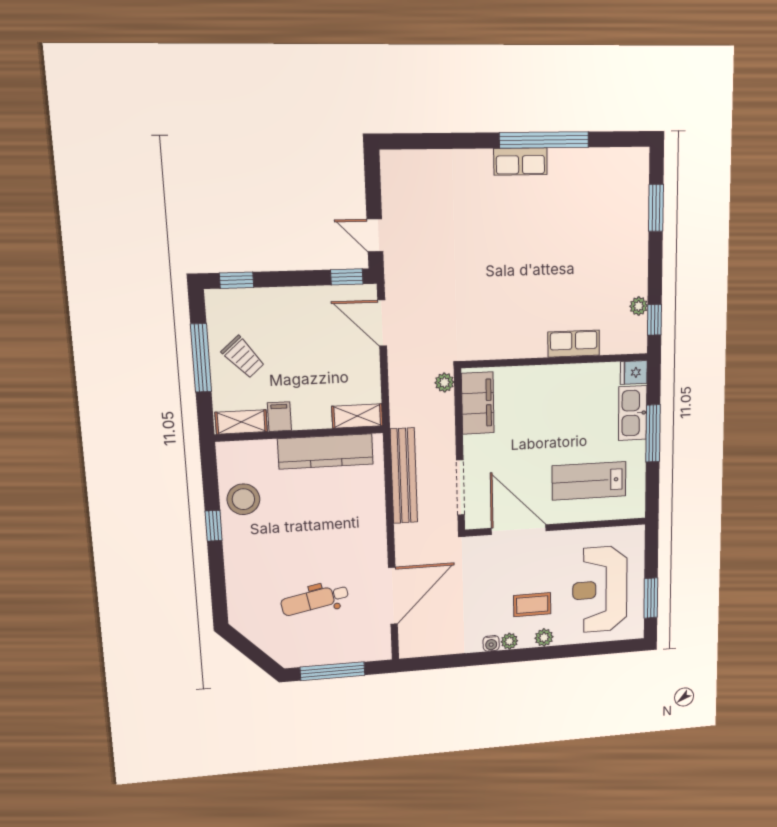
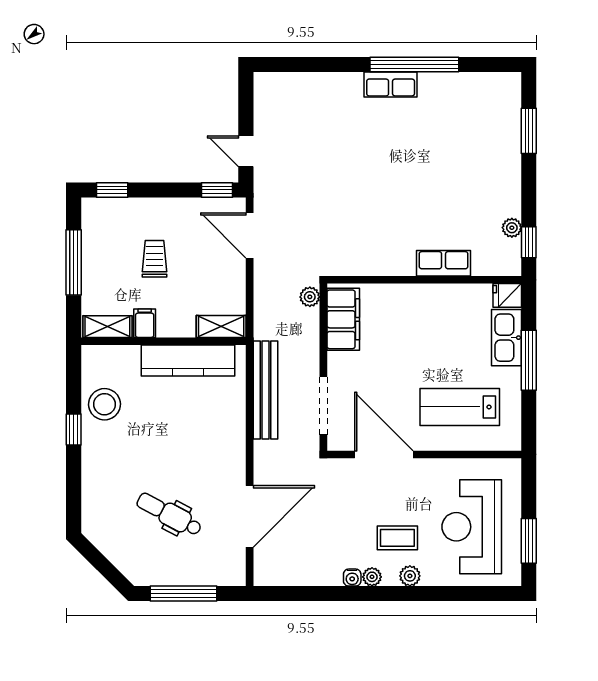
trolley: (243, 357) -> (154, 259), moved, turned -139
dental chair: (315, 600) -> (169, 514), turned 39

